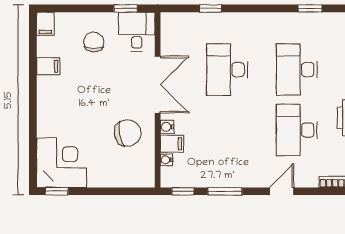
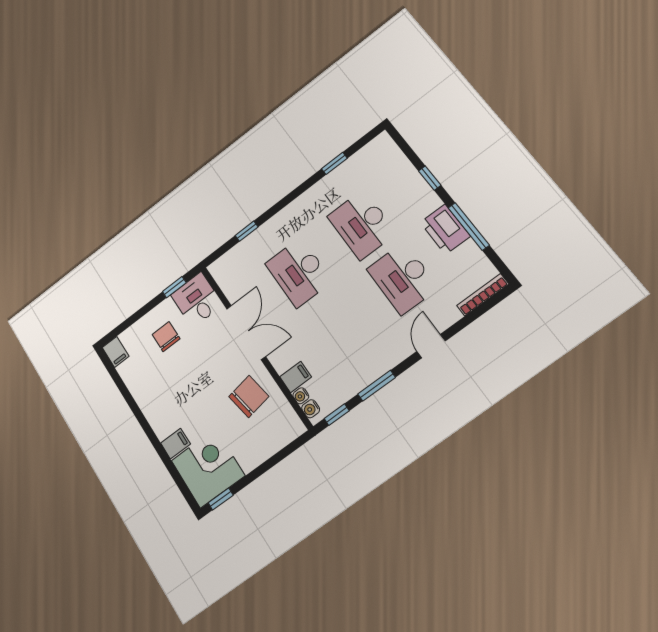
filing cabinet: (48, 66) -> (175, 444), moved
water cooler: (167, 127) -> (311, 409), moved

